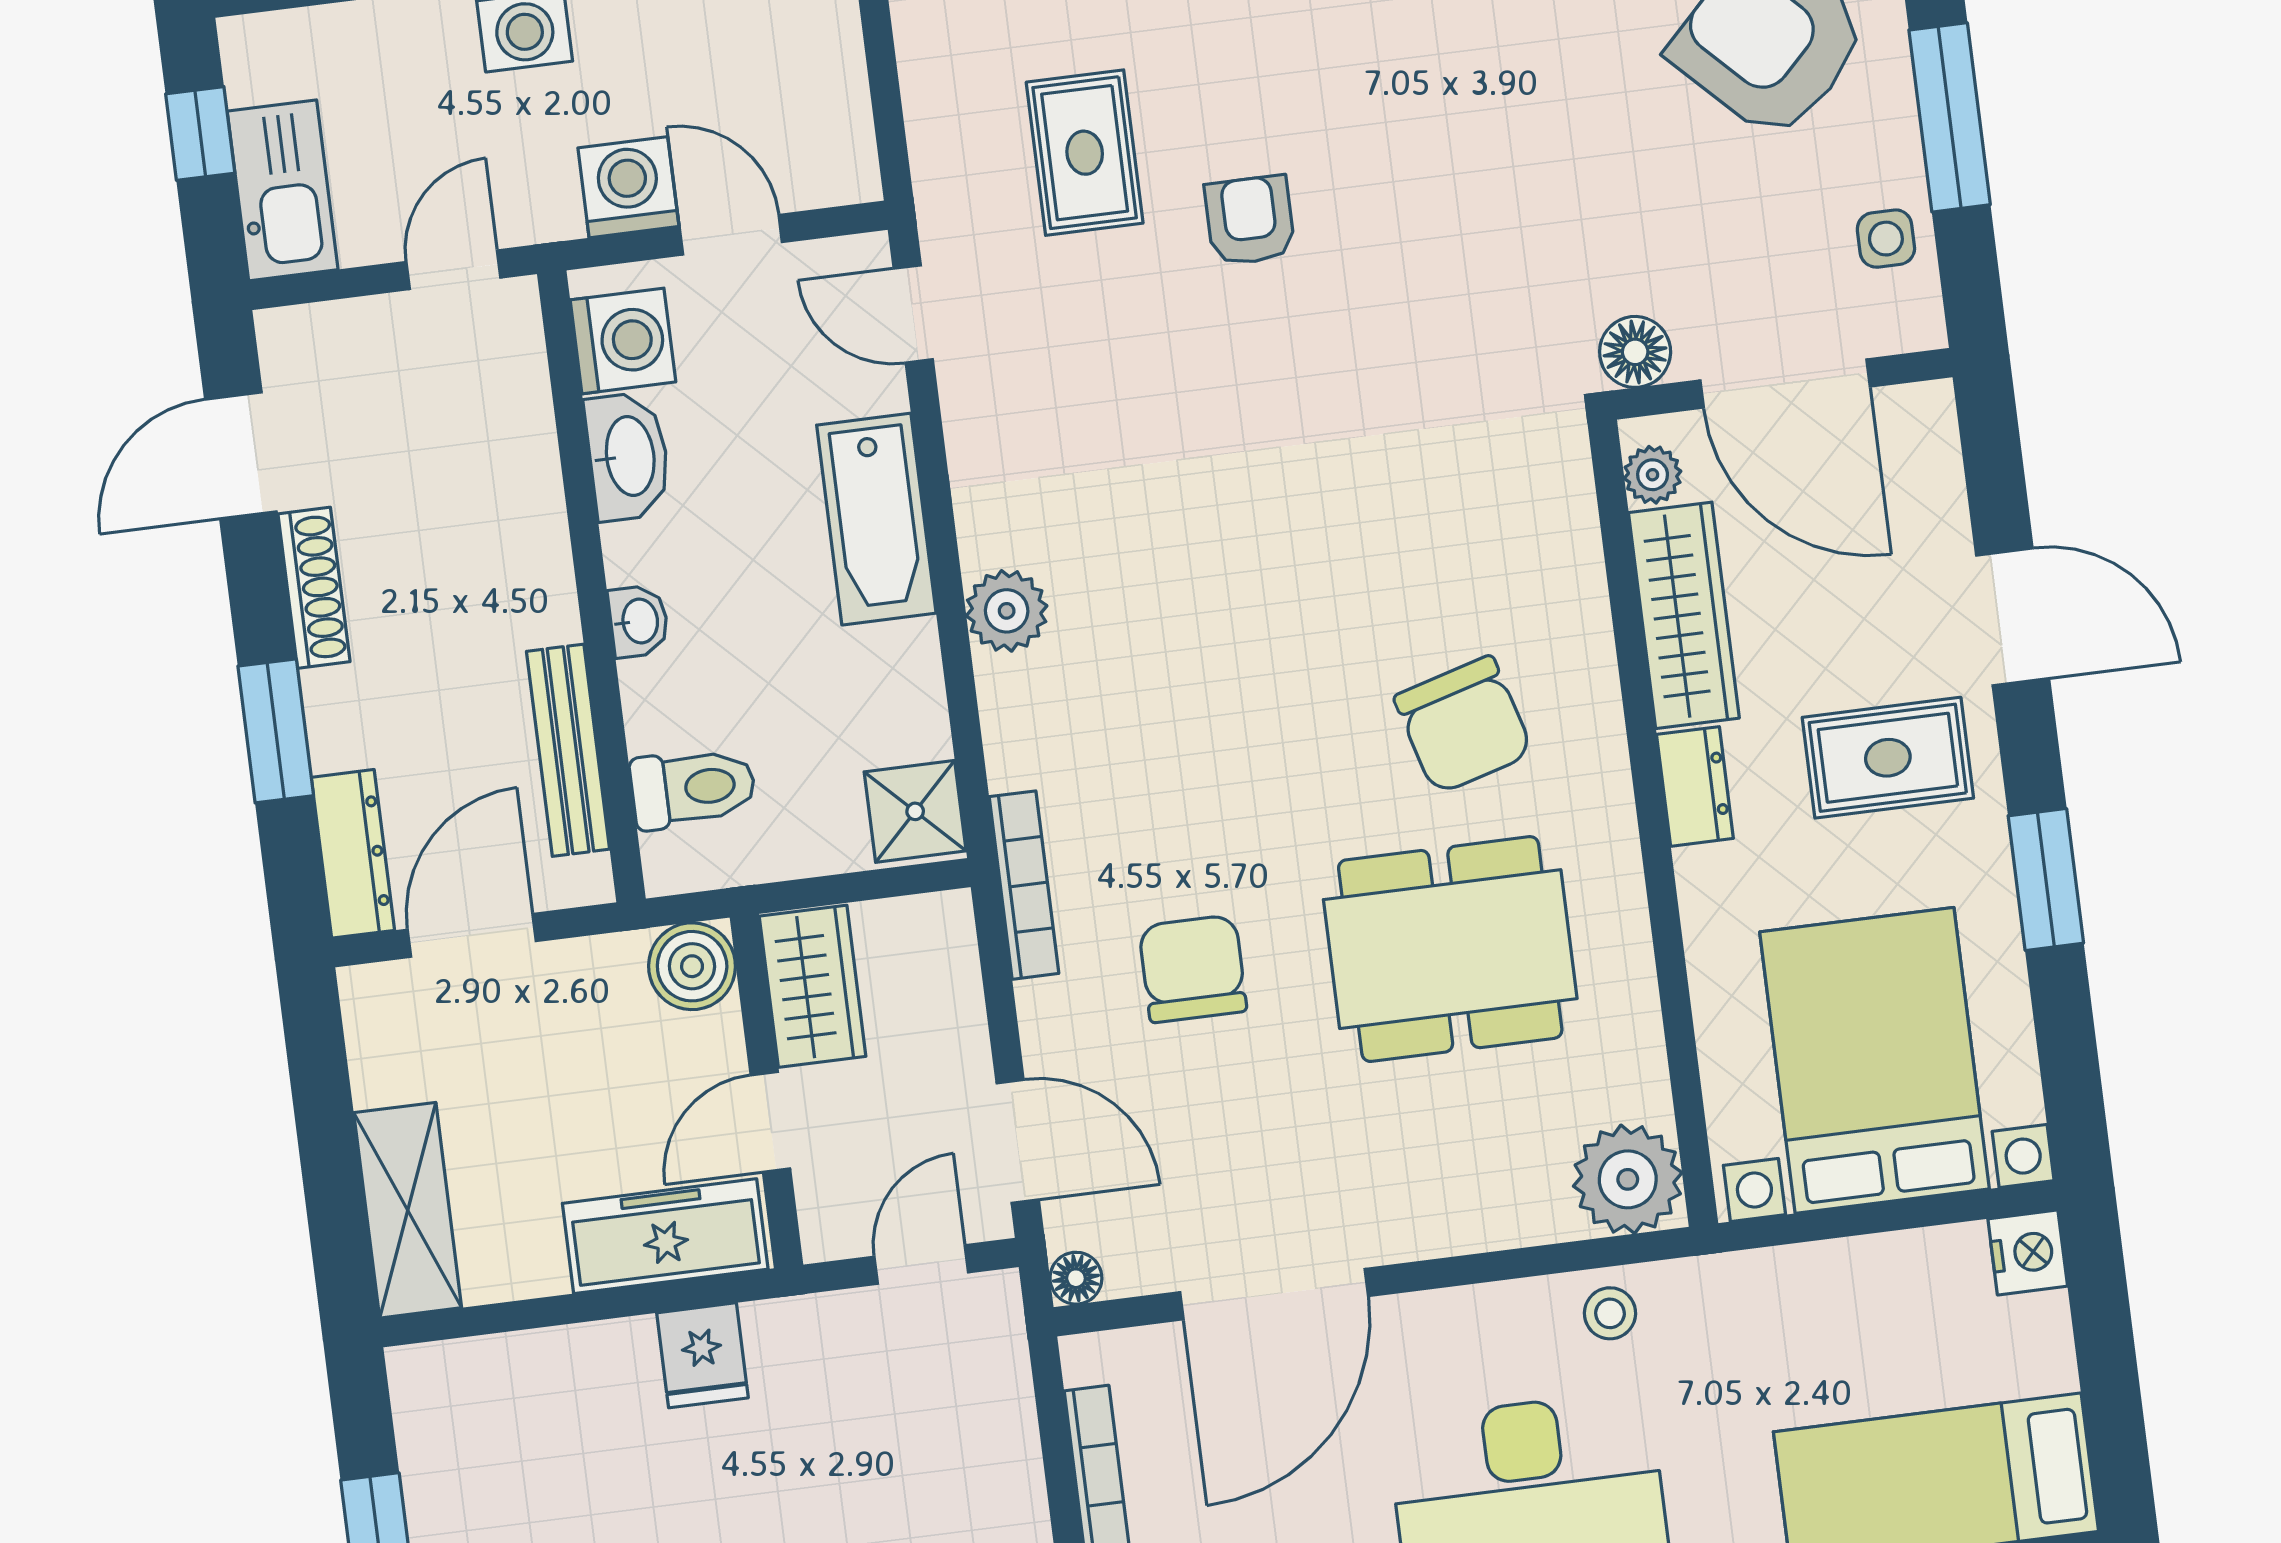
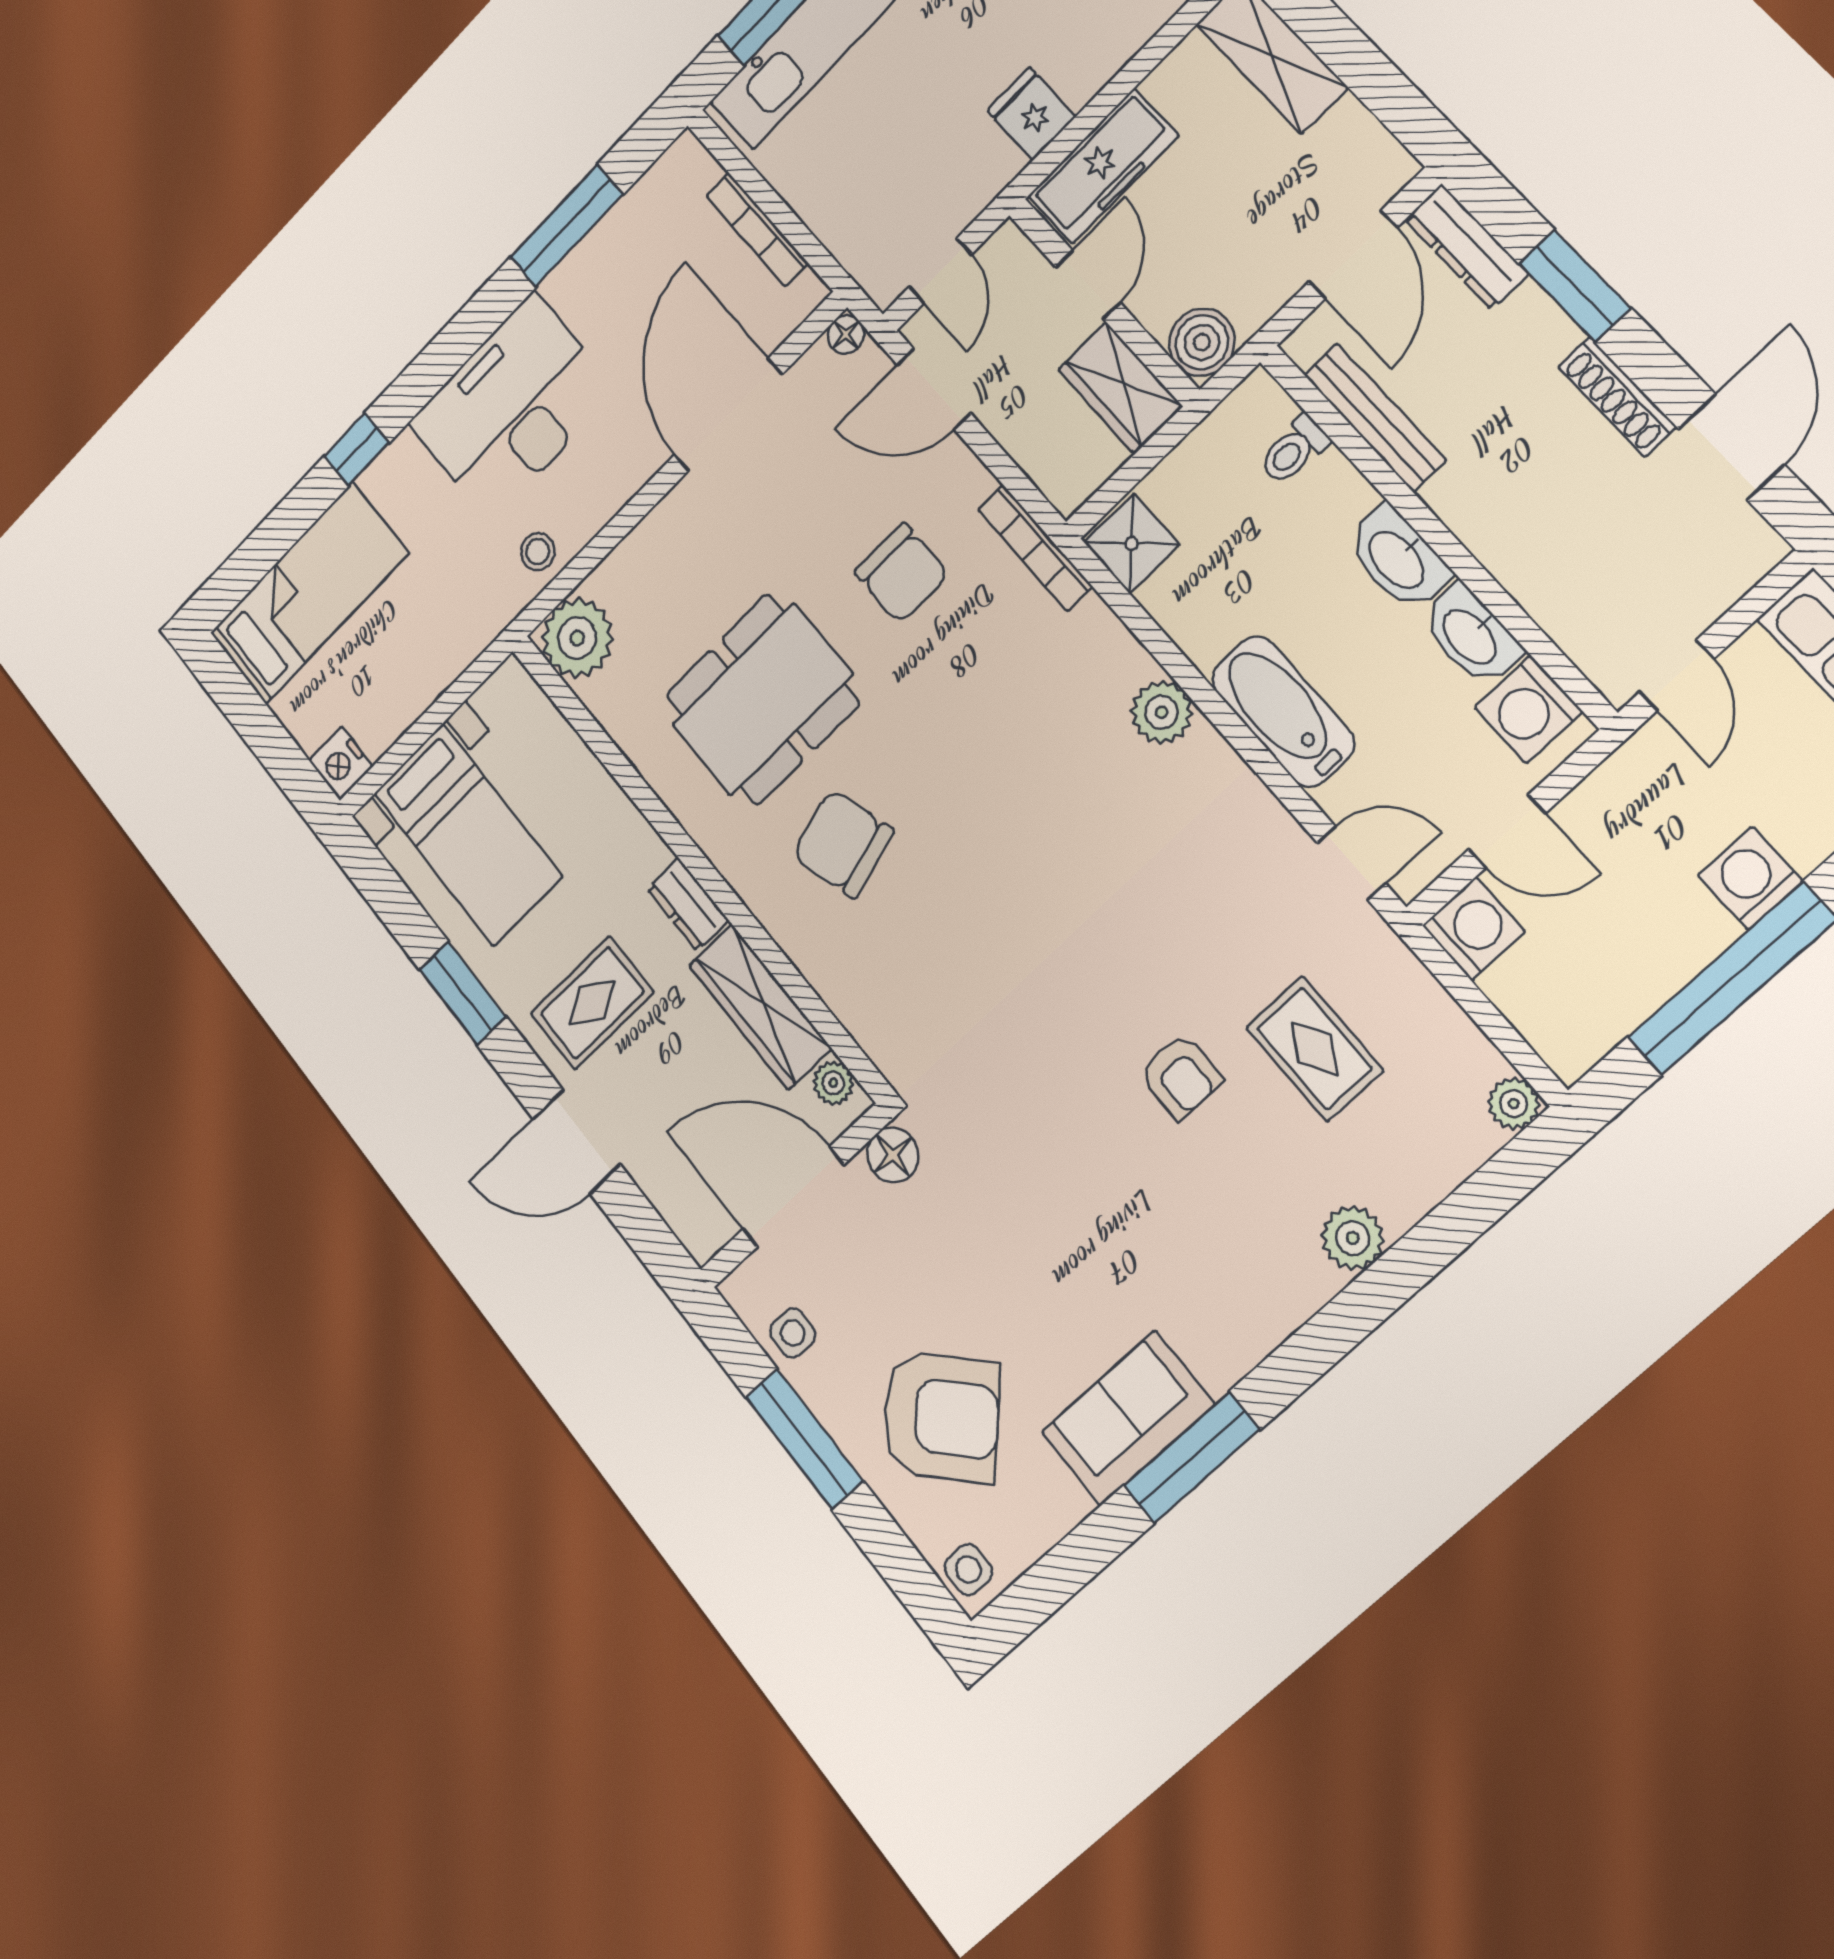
washing machine: (628, 187) -> (1474, 929), moved, turned -90
washbasin: (639, 621) -> (1398, 559), width x1.91, depth x1.45
toilet: (693, 788) -> (1294, 450), width x0.73, depth x0.72
bed with nightstands: (1875, 1060) -> (468, 834), width x0.73

